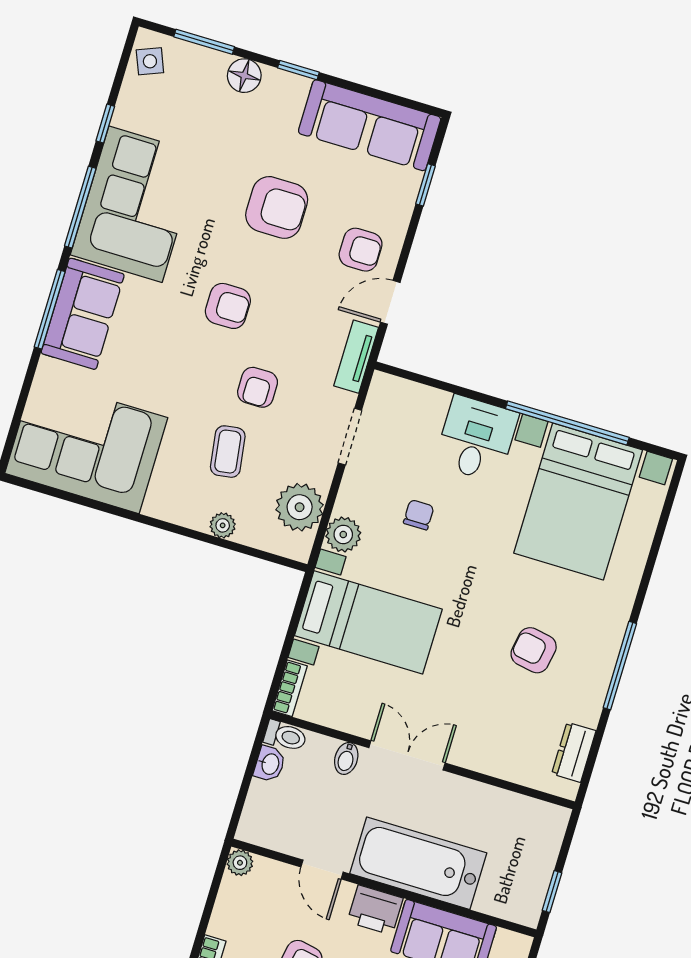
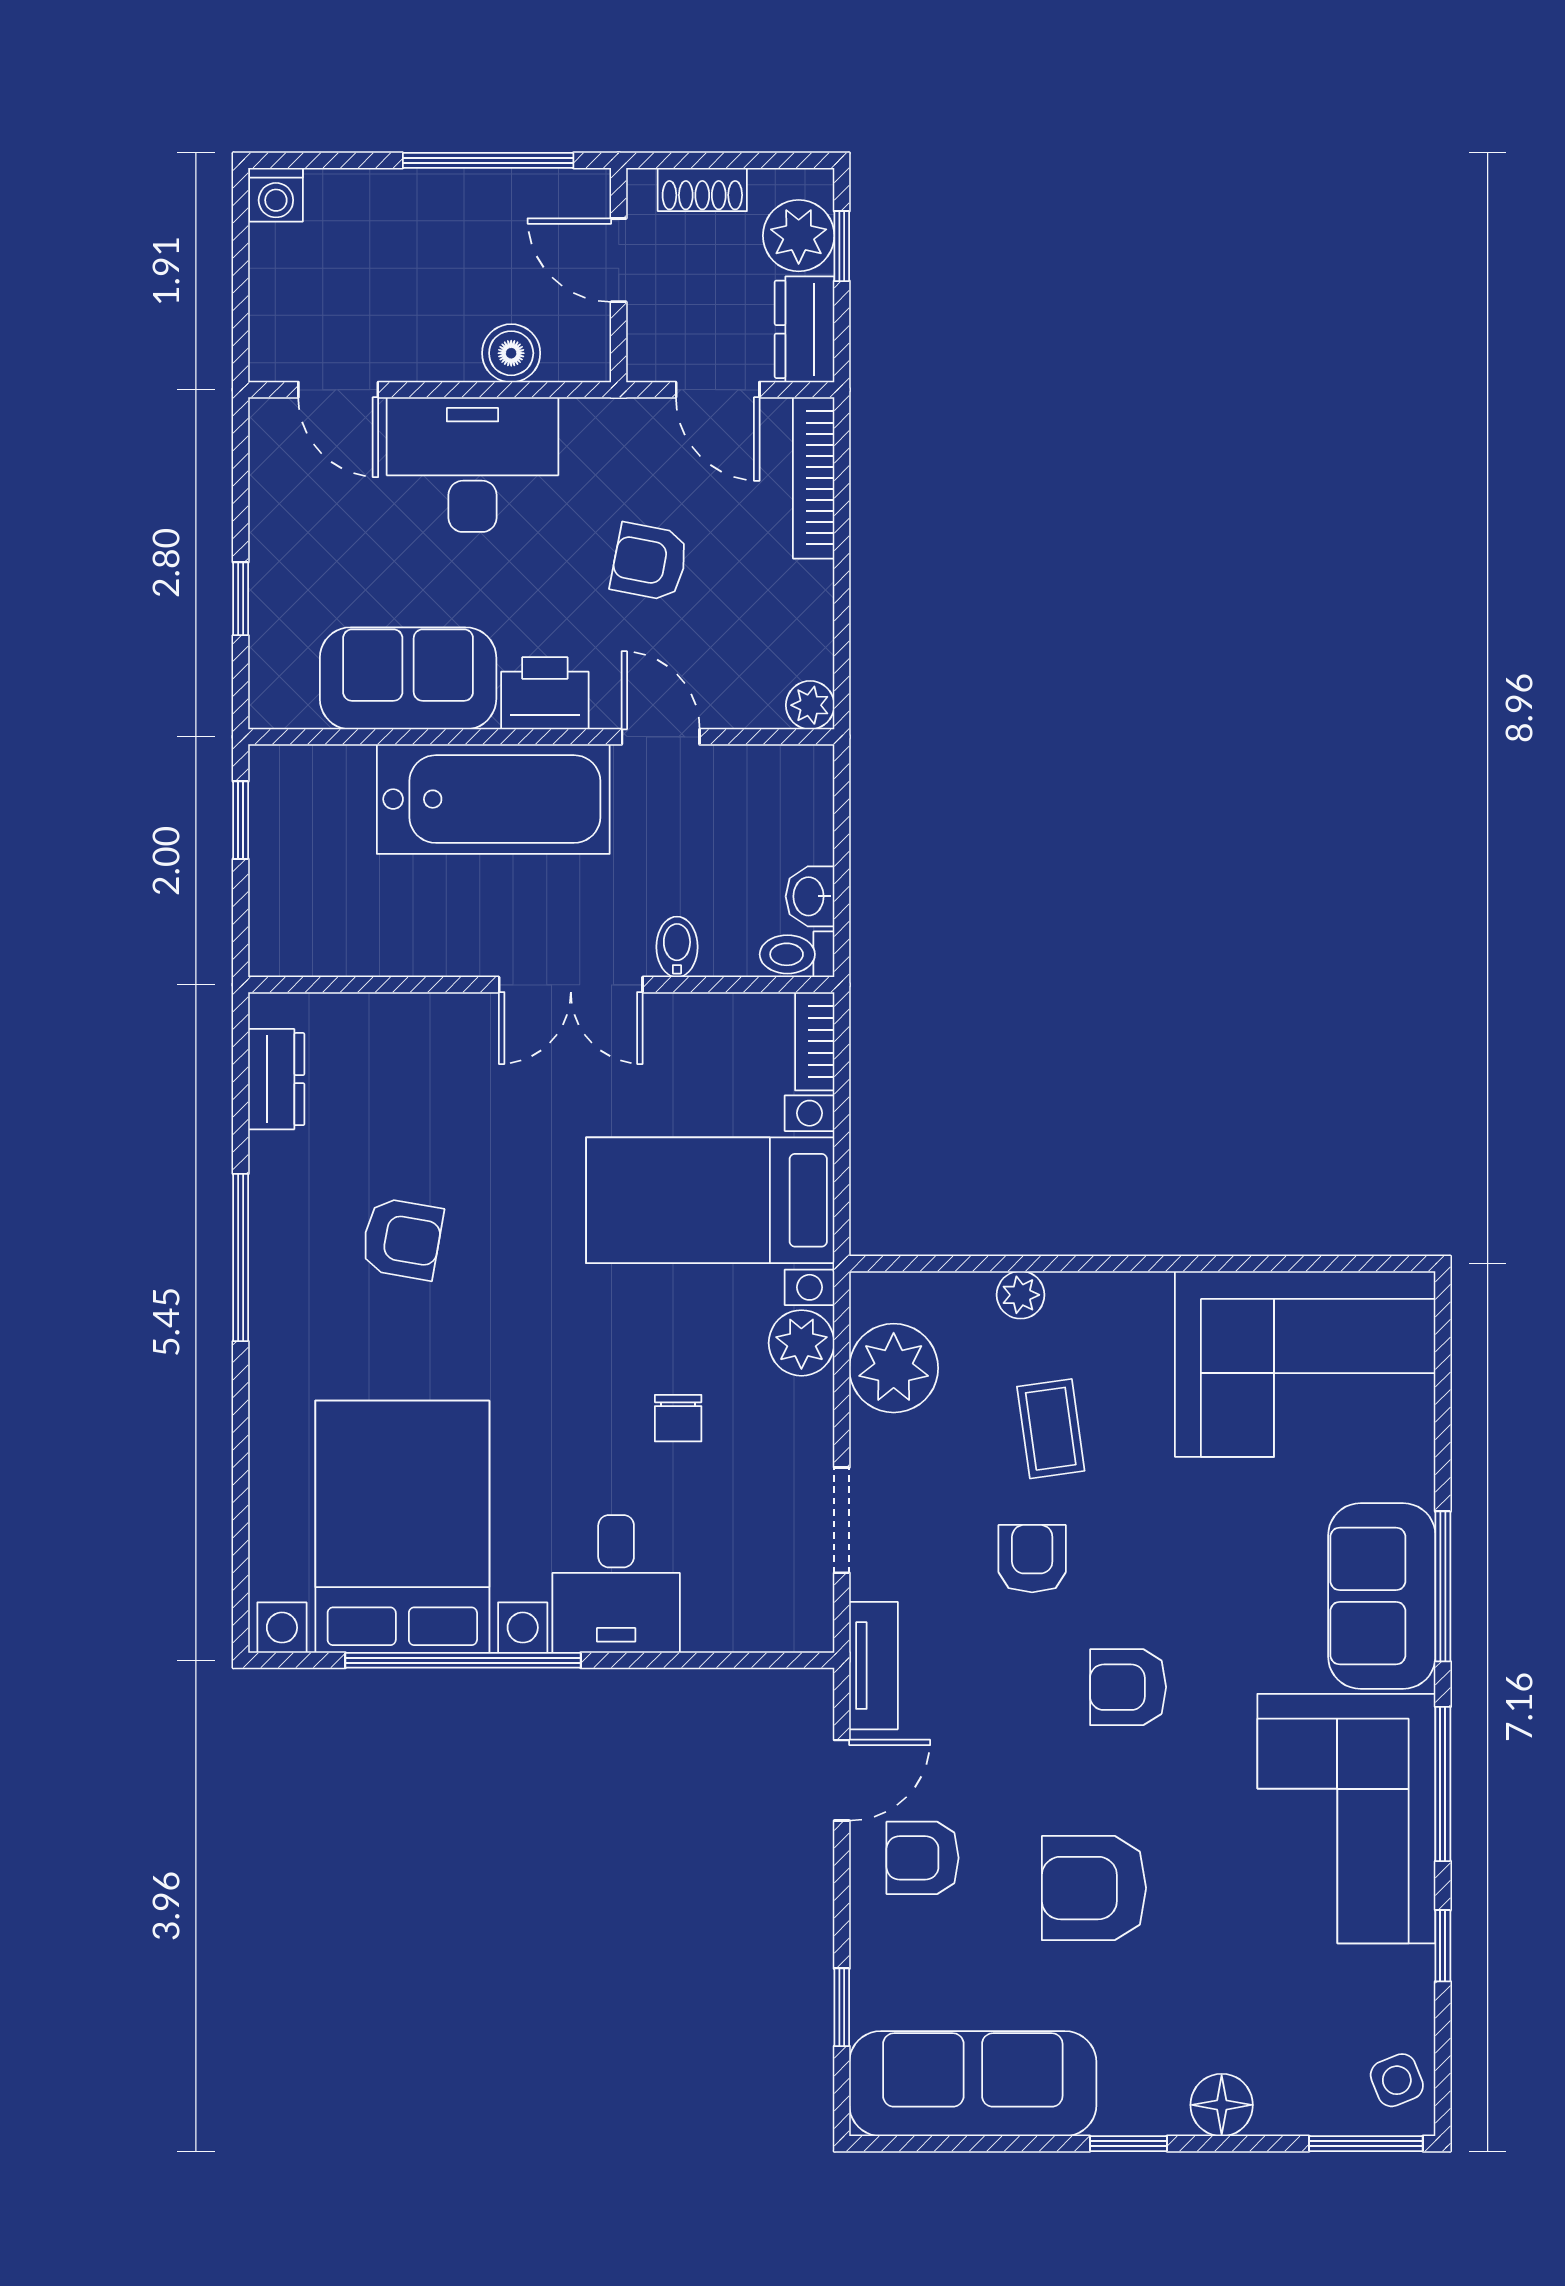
window: (204, 42) -> (1366, 2144), moved

